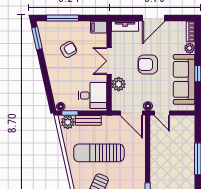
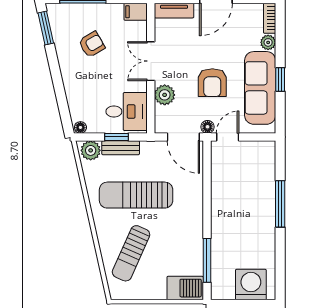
armchair: (148, 64) -> (212, 83), moved, turned -90
window: (70, 113) -> (116, 137), moved
door: (162, 113) -> (228, 137), swing flipped

